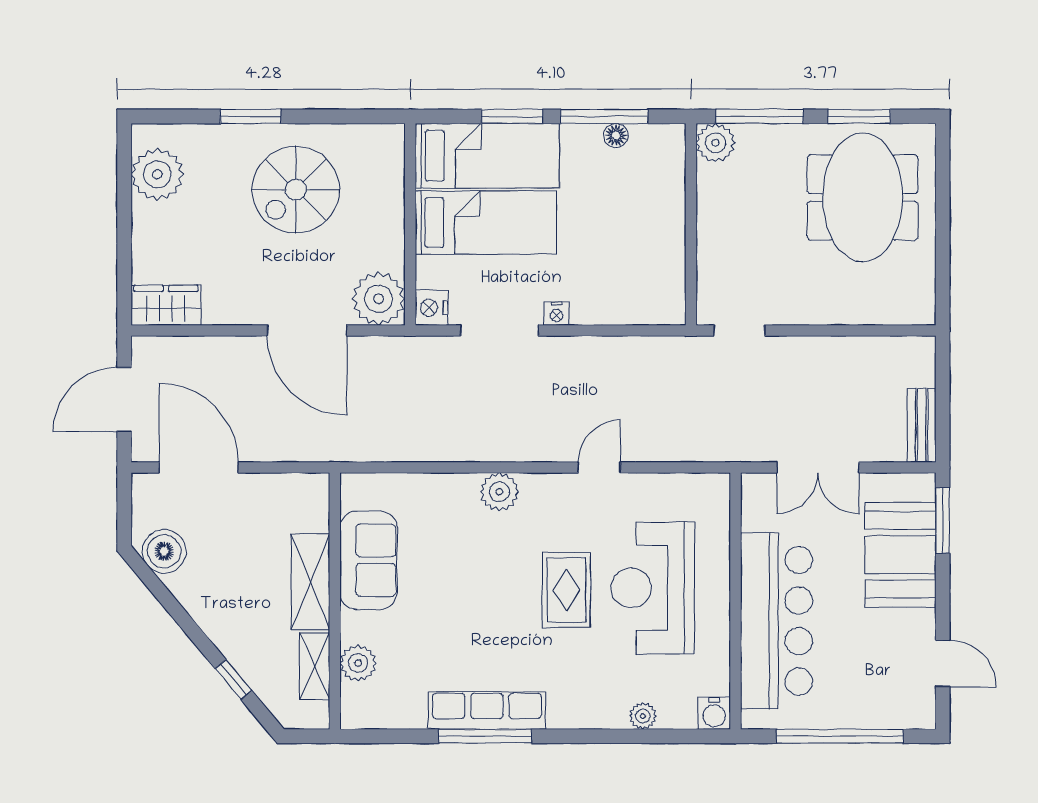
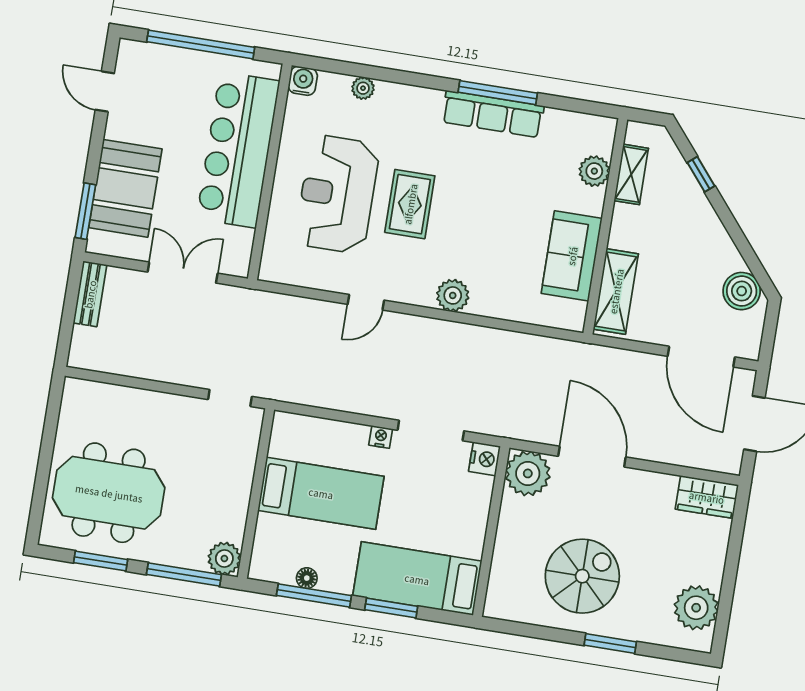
meeting table: (863, 197) -> (109, 493), turned 90
bed: (486, 223) -> (321, 493), moved, turned 180
shelving: (310, 582) -> (616, 291), moved
reception desk: (653, 588) -> (337, 194), turned 180

